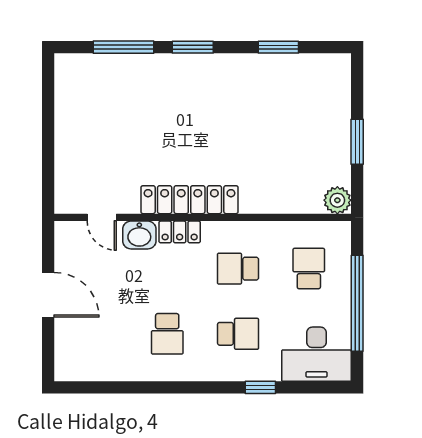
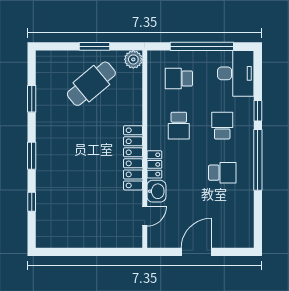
window: (124, 47) -> (32, 202), width x0.46
cafe table: (301, 137) -> (91, 84), added
window: (186, 387) -> (258, 160), added

